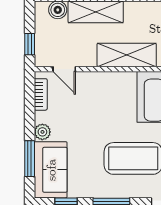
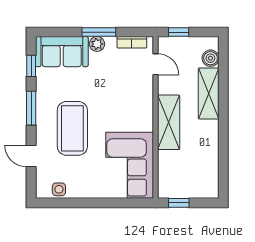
door: (64, 69) -> (155, 64), swing flipped
window: (30, 159) -> (99, 32), moved

